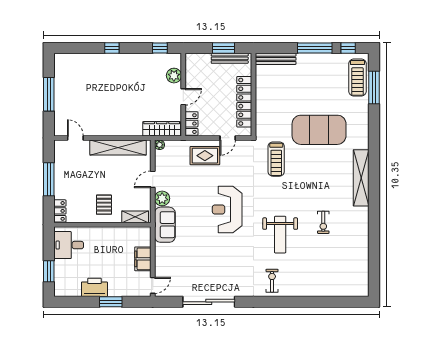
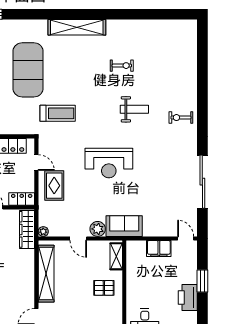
weight bench: (280, 235) -> (134, 109), width x0.73, depth x0.75

